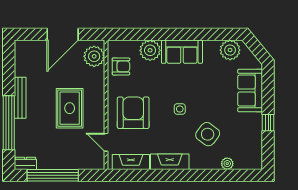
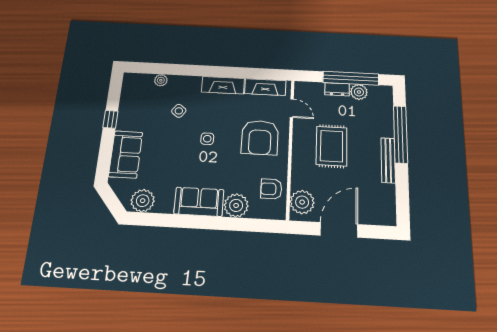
side table: (208, 134) -> (179, 111), width x0.54, depth x0.54
plant: (45, 162) -> (359, 92), added
dresser: (25, 163) -> (337, 89), moved

